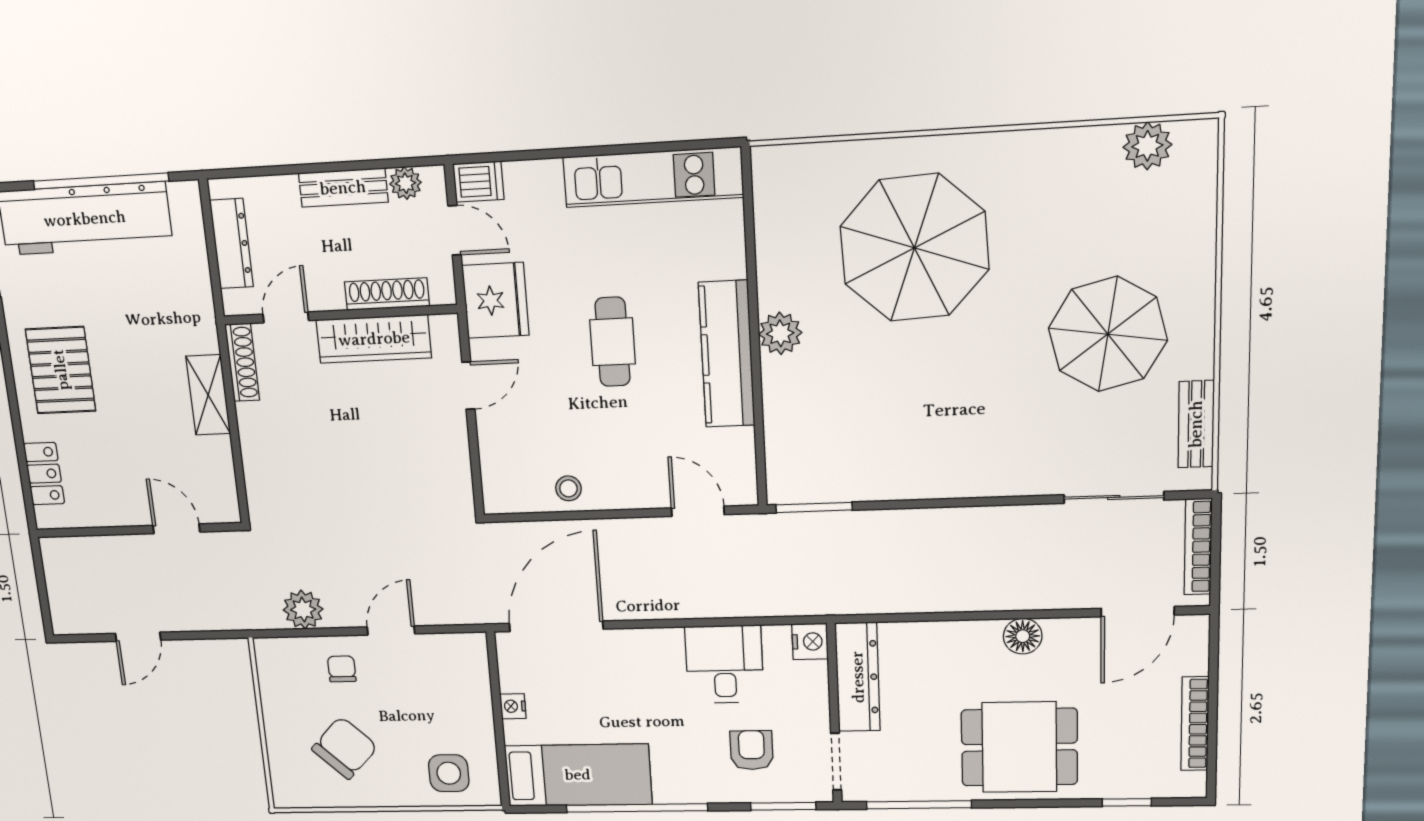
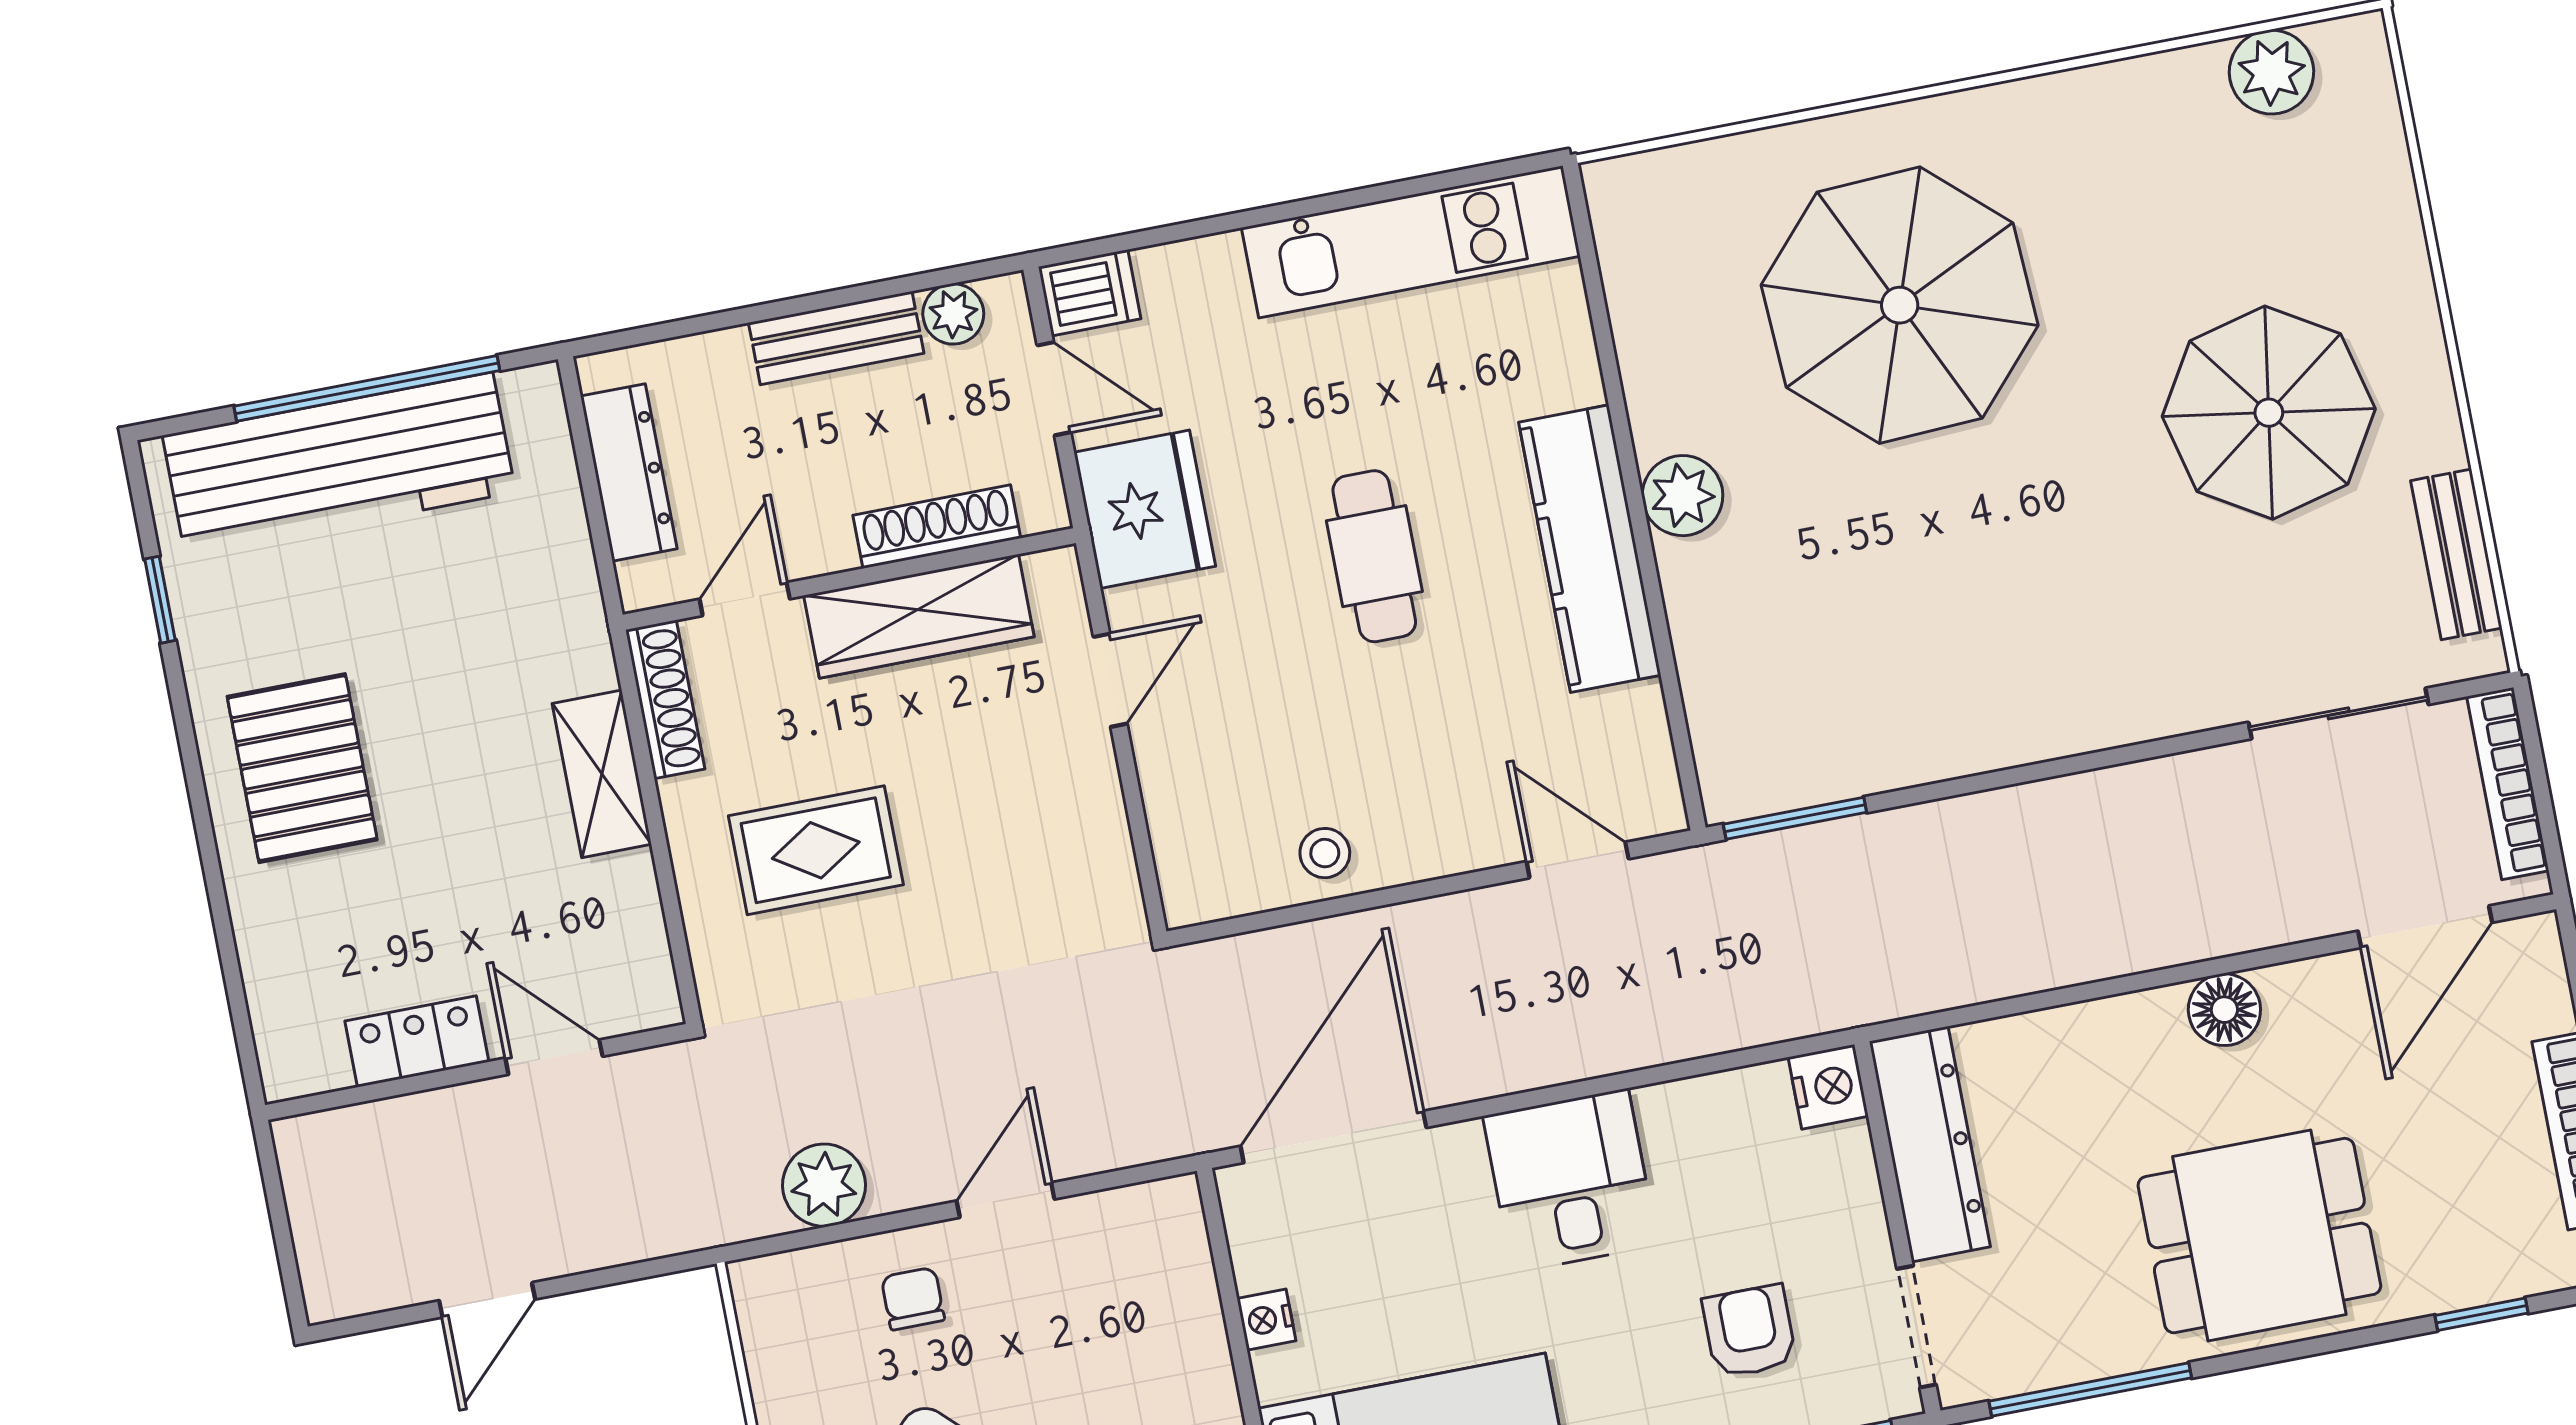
rug: (312, 448) -> (816, 850), added
locker: (44, 474) -> (417, 1041), moved, turned -90
desk: (724, 664) -> (1570, 1180), moved

